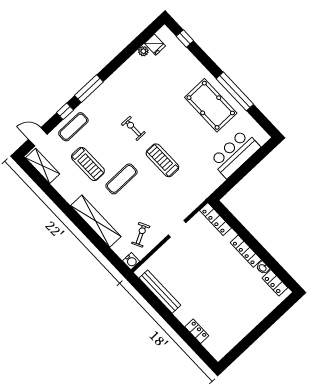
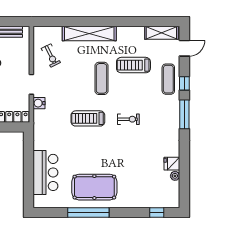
fridge: (155, 45) -> (172, 164), moved
treadmill: (162, 160) -> (88, 118), turned 180
water cooler: (131, 261) -> (39, 103), moved

